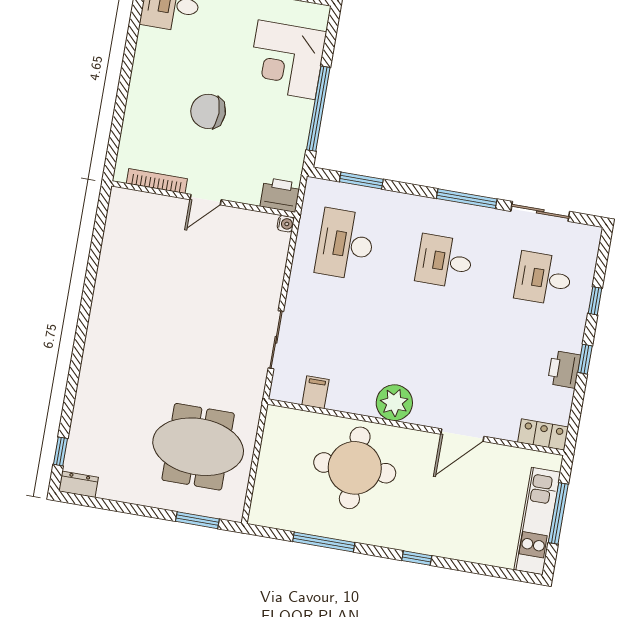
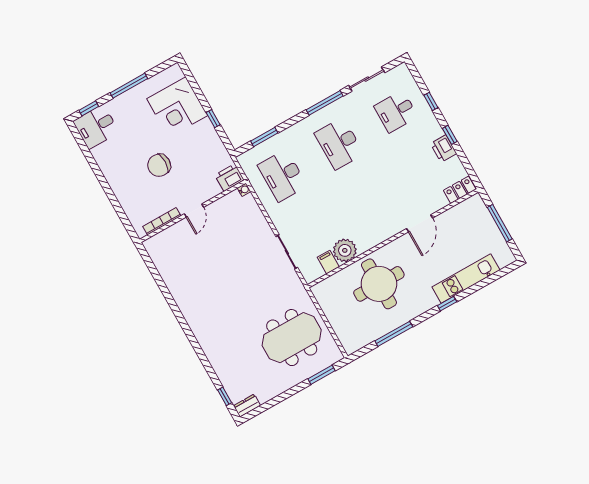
window: (318, 109) -> (213, 119), width x0.32
desk: (444, 261) -> (339, 144), width x1.37
plant: (394, 403) -> (345, 250), moved
kitchen unit: (537, 521) -> (466, 278), moved, turned 90

